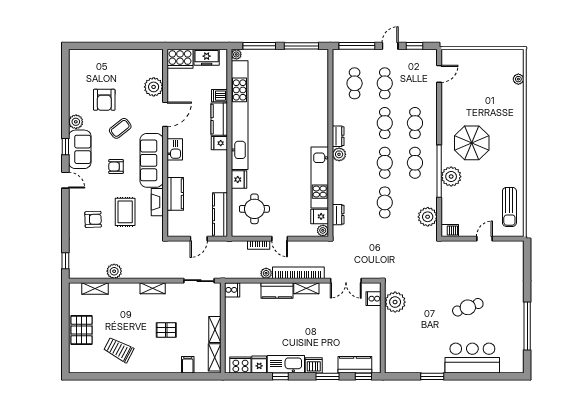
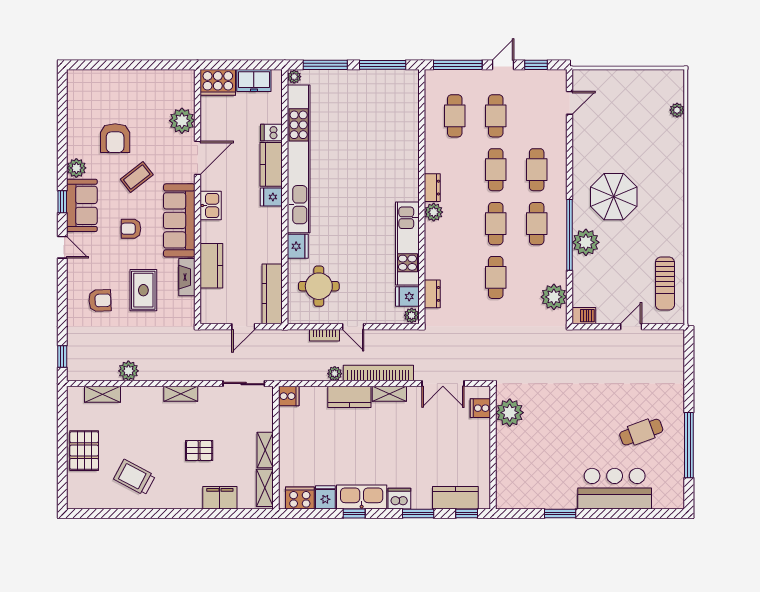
cafe table: (468, 307) -> (641, 432), moved
filing cabinet: (188, 365) -> (220, 498), width x2.00

